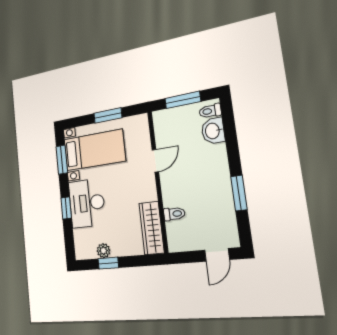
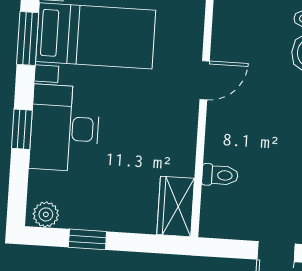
wardrobe: (152, 228) -> (176, 206), width x0.67
plant: (103, 251) -> (46, 214), moved

